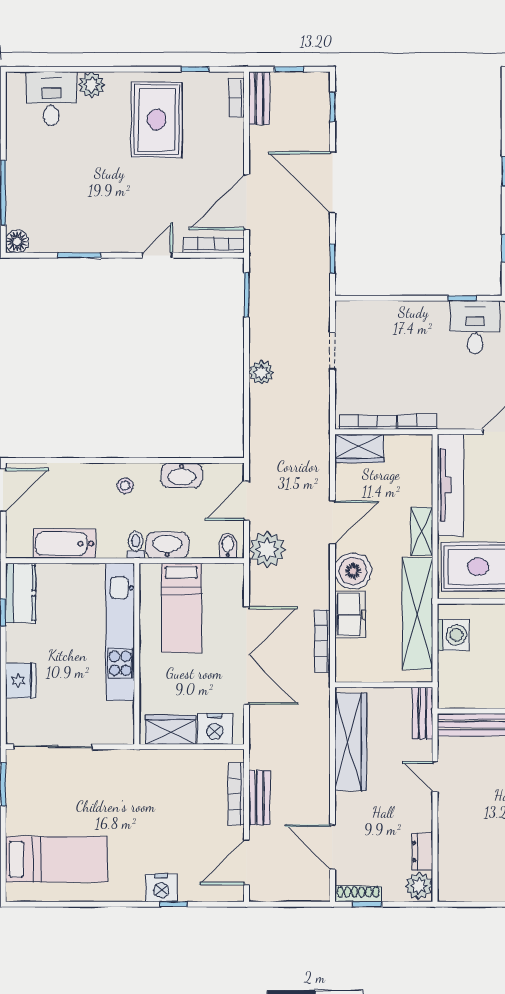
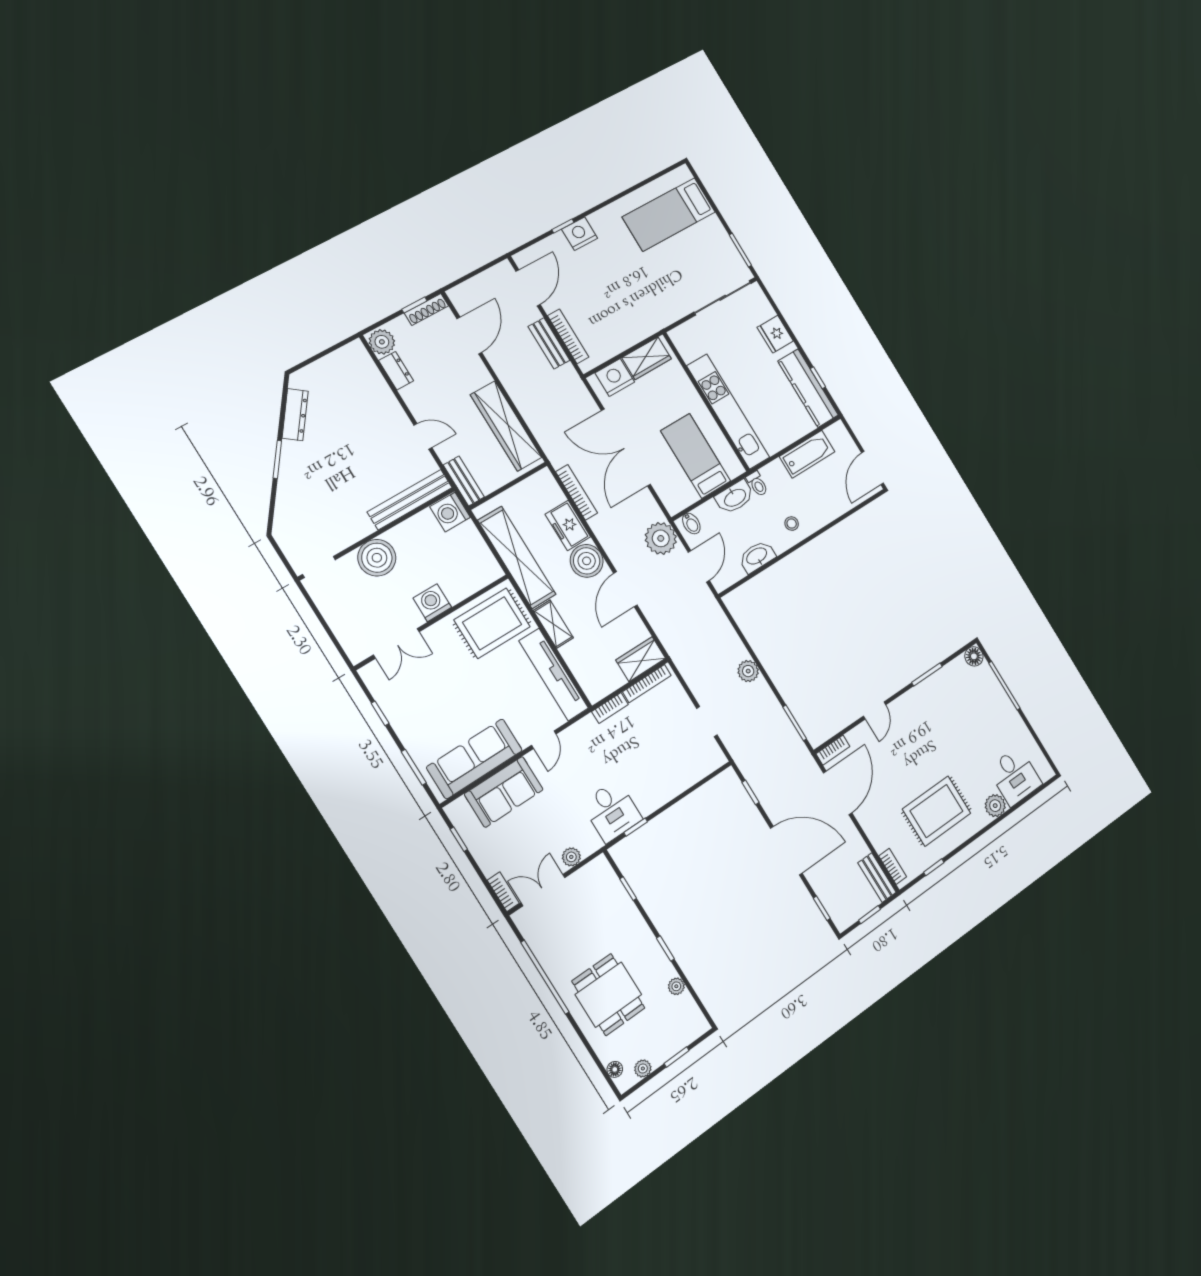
rug: (157, 120) -> (937, 811), turned 90
bookcase: (214, 245) -> (833, 750), width x0.64
kitchen counter: (21, 593) -> (808, 388), width x1.50
washing machine: (453, 635) -> (450, 512), moved
door: (332, 847) -> (469, 336), hinge flipped

